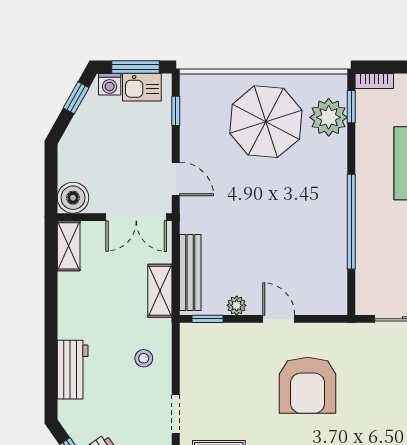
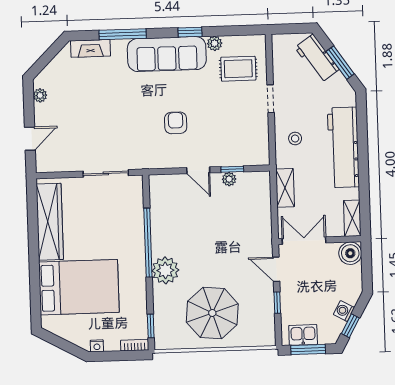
washing machine: (110, 84) -> (344, 311), moved, turned -61
window: (176, 111) -> (277, 303), moved
plant: (329, 117) -> (165, 270), moved
bench: (190, 272) -> (263, 202), removed
window: (207, 319) -> (232, 169), moved
workbench: (73, 370) -> (343, 147), width x1.88, depth x1.32
armchair: (308, 385) -> (176, 123), width x0.53, depth x0.53

